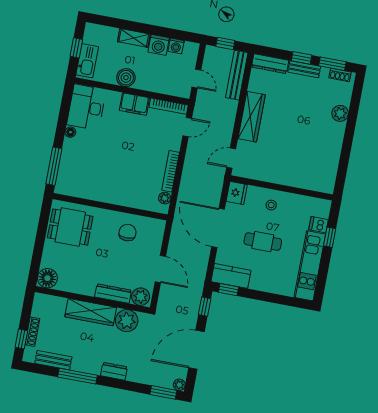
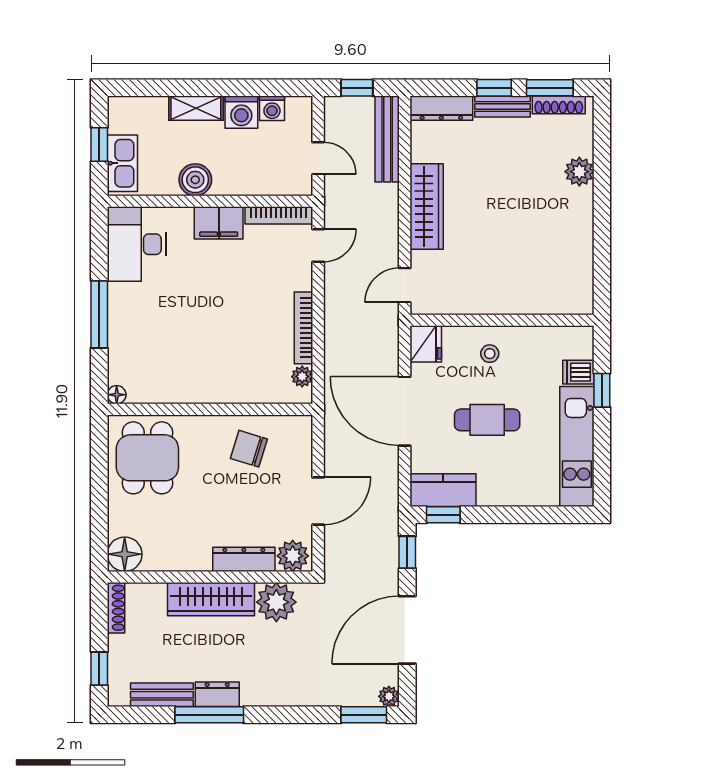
shoe rack: (340, 75) -> (559, 105), width x1.43
floor lamp: (70, 132) -> (117, 395), moved
window: (54, 166) -> (99, 314), moved
dining table: (70, 227) -> (147, 458), turned 90
chair: (127, 233) -> (249, 449), turned -73
door: (160, 269) -> (318, 501), hinge flipped
shoe rack: (32, 332) -> (116, 608), moved
dresser: (114, 371) -> (217, 694), moved

